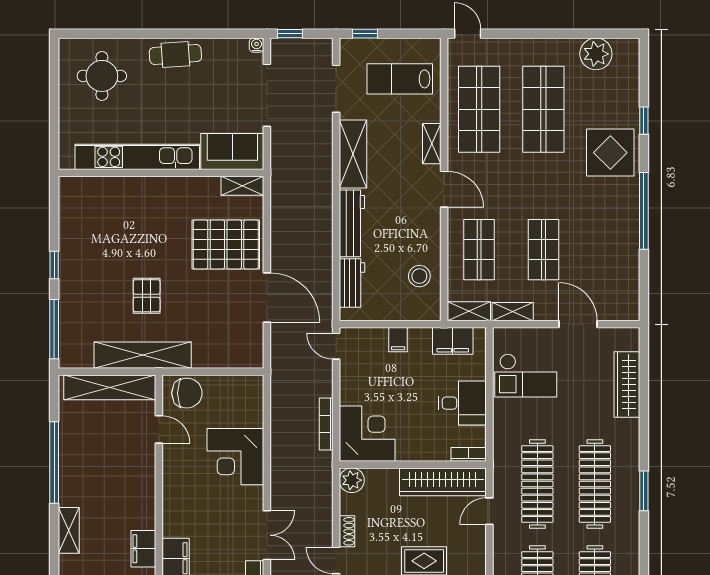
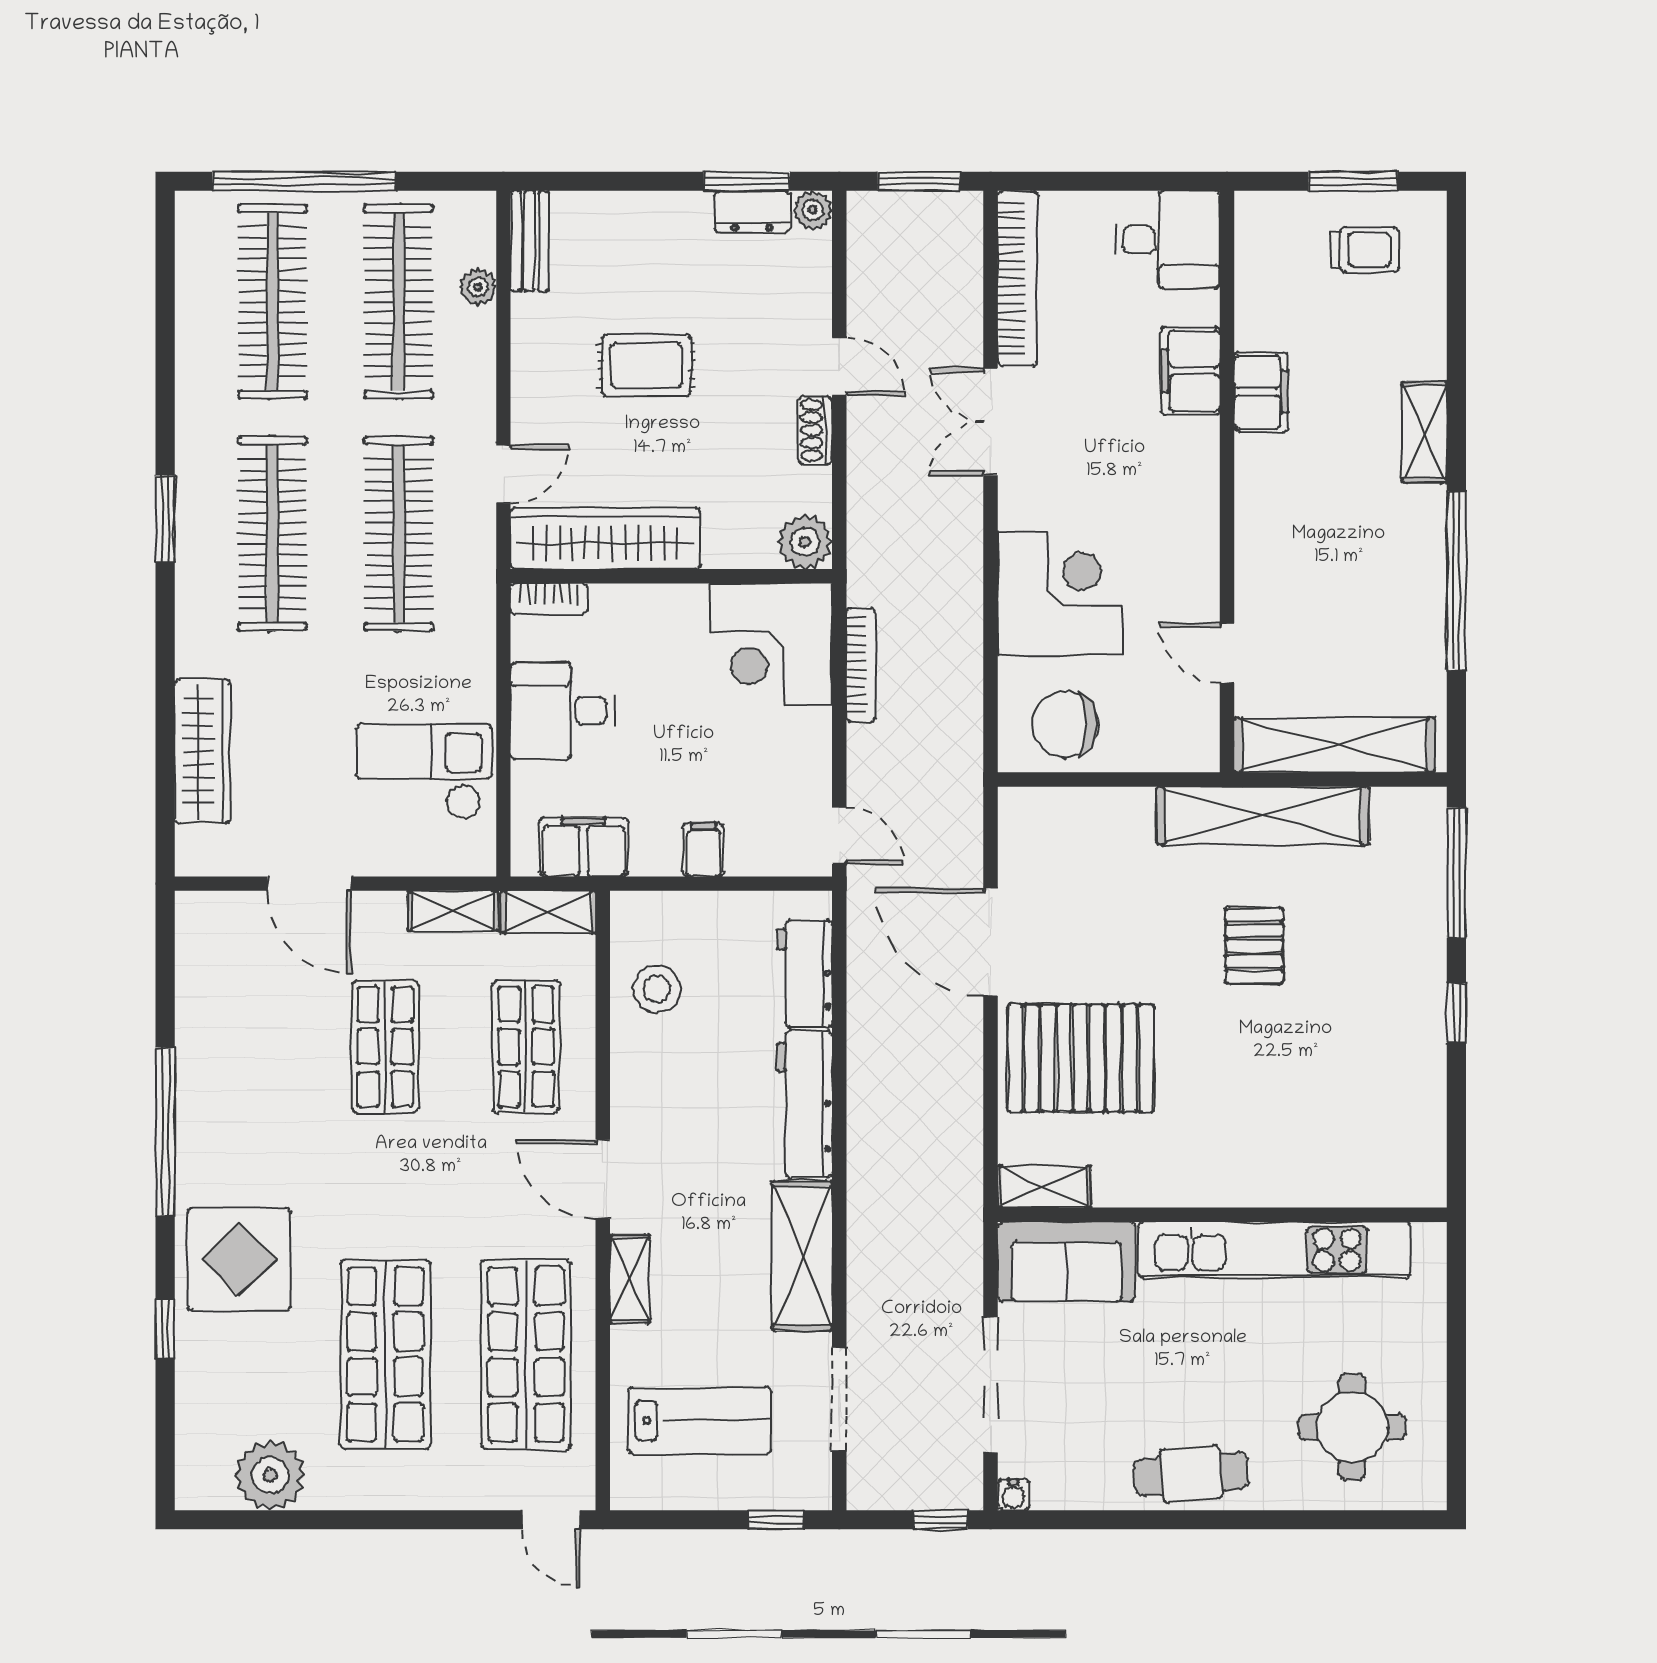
chair: (187, 393) -> (1065, 724), moved

